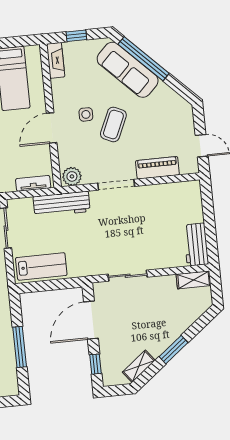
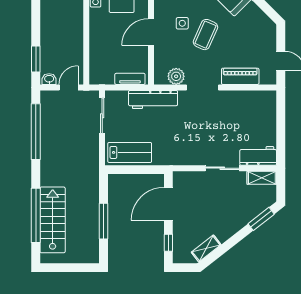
plant: (72, 176) -> (176, 76), moved
workbench: (196, 245) -> (258, 156), moved, turned 90
sliding door: (128, 276) -> (222, 168), moved
window: (173, 350) -> (261, 219), moved

